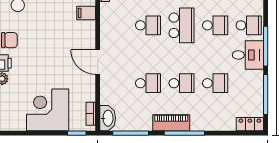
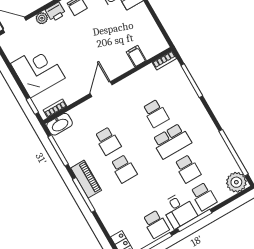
school desk: (215, 83) -> (156, 224), moved

